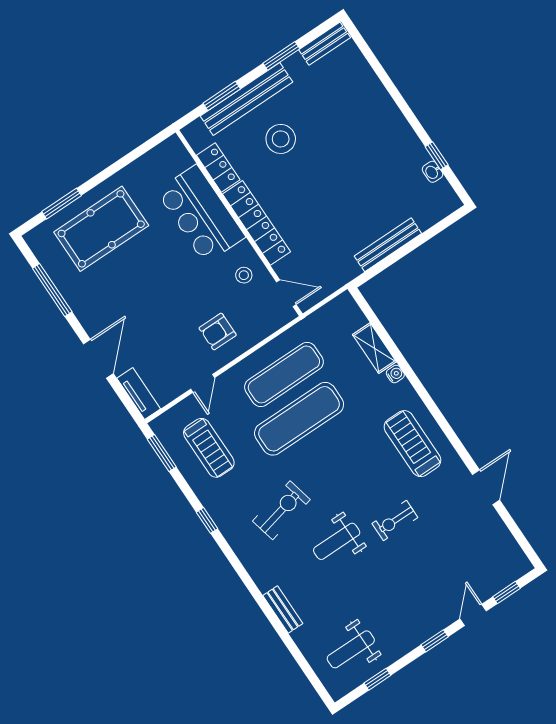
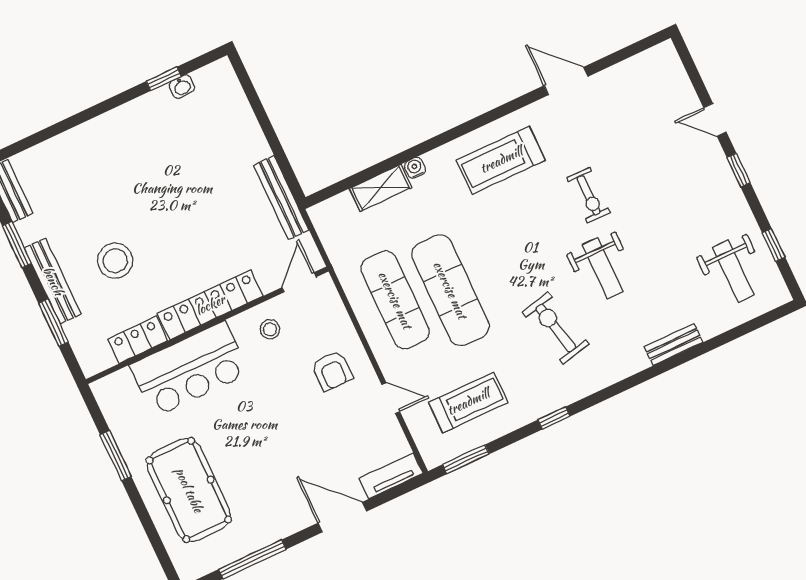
bench: (246, 99) -> (53, 281), width x0.73, depth x0.82
window: (62, 204) -> (116, 456), moved
bench: (388, 245) -> (281, 198), moved
window: (506, 593) -> (694, 76), removed

